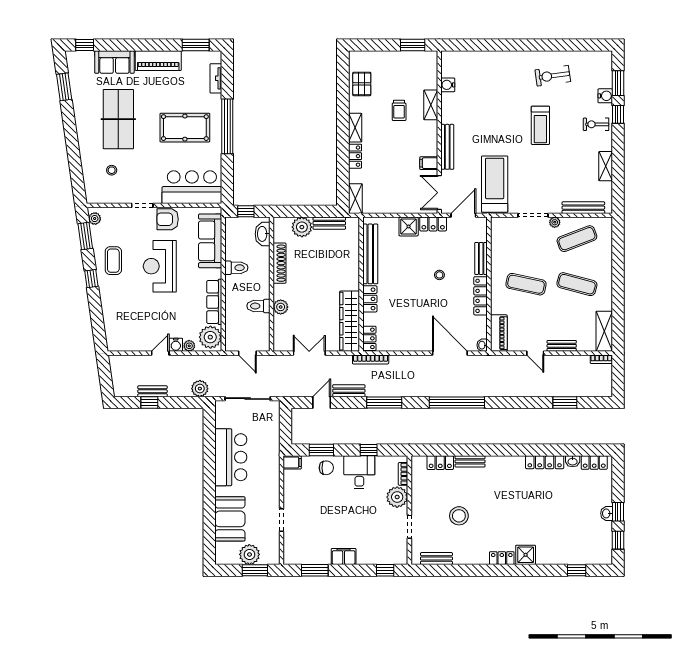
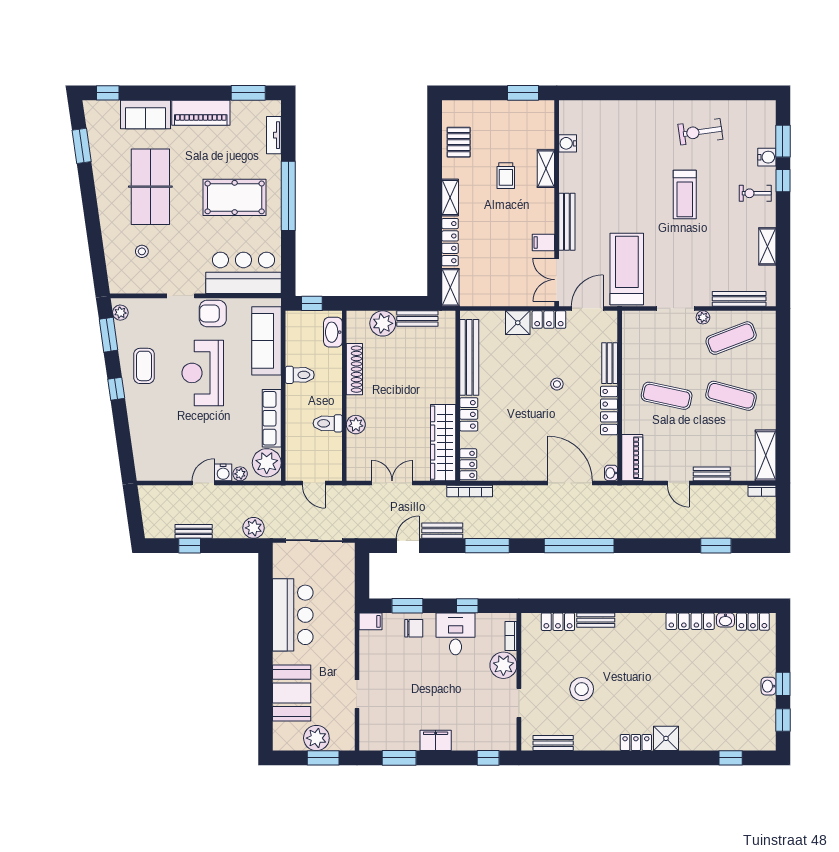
locker: (355, 156) -> (450, 242), width x1.53

